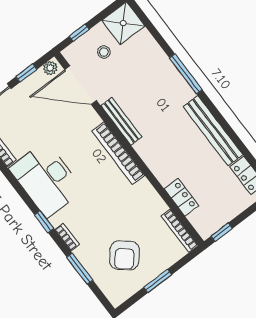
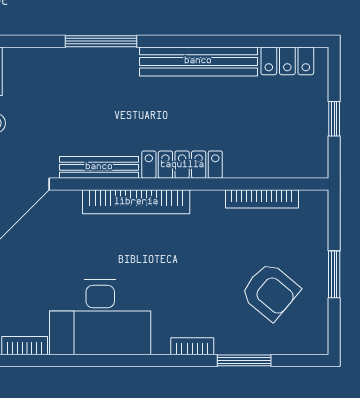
locker: (181, 197) -> (182, 165), moved, width x1.53
window: (44, 222) -> (151, 360), removed
bookcase: (180, 231) -> (262, 199), moved
window: (222, 232) -> (334, 119), moved

